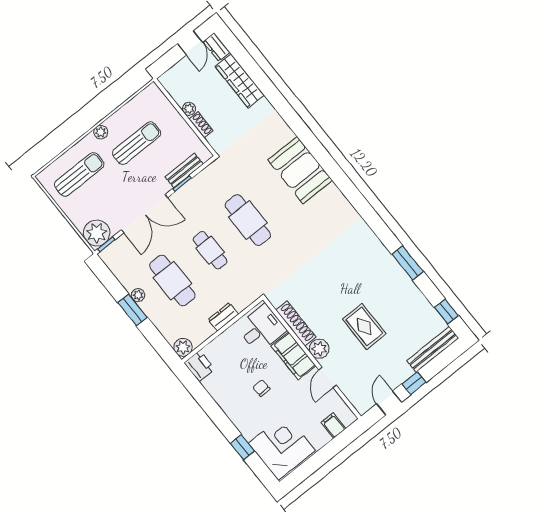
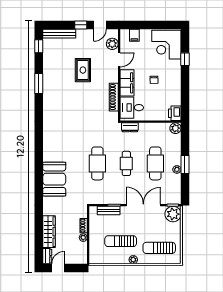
booth: (300, 170) -> (54, 179), moved
dresser: (223, 317) -> (130, 127), moved
plant: (319, 349) -> (112, 44), moved

